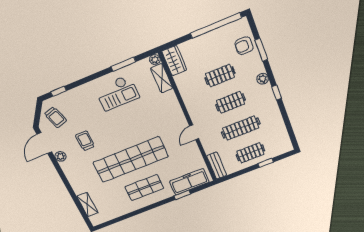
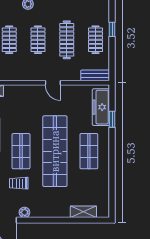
shop shelf: (116, 130) -> (21, 151), added

